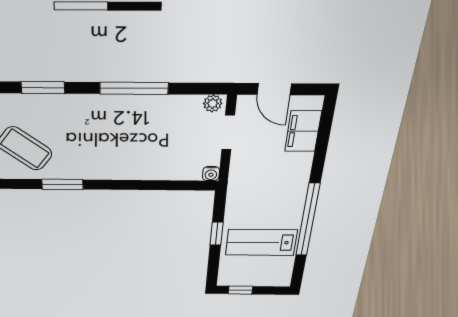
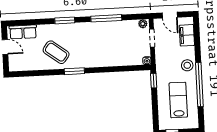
stool: (291, 186) -> (187, 65), added
window: (216, 234) -> (154, 81), moved
lab bench: (261, 242) -> (178, 100), turned 90

